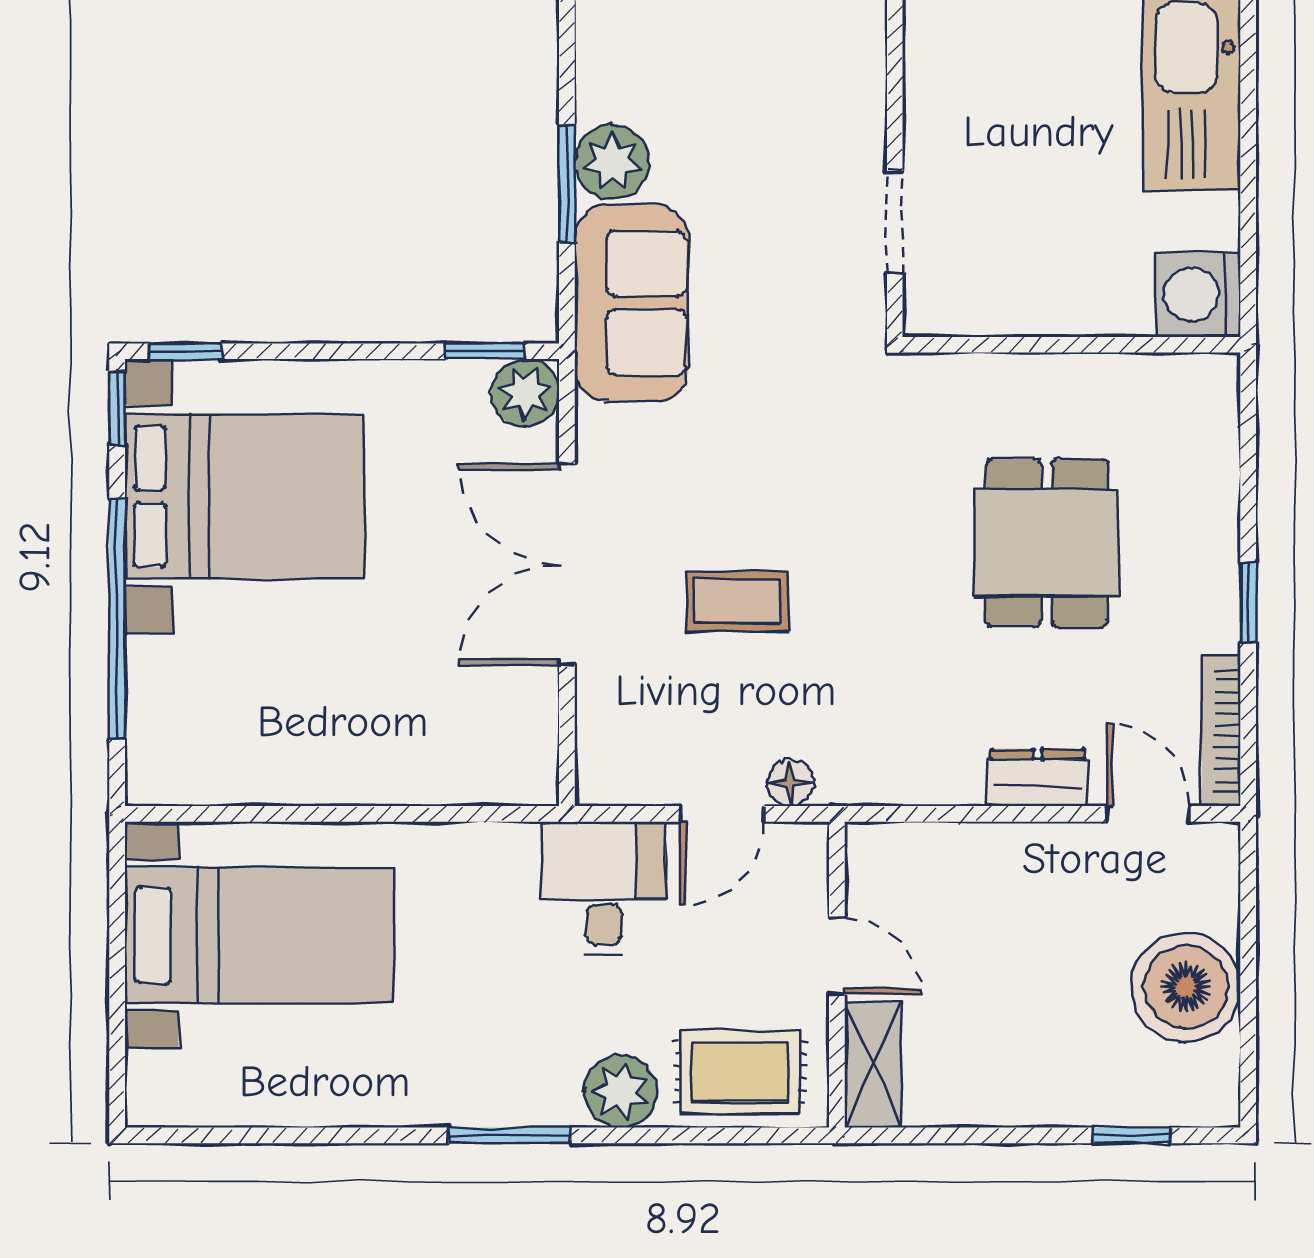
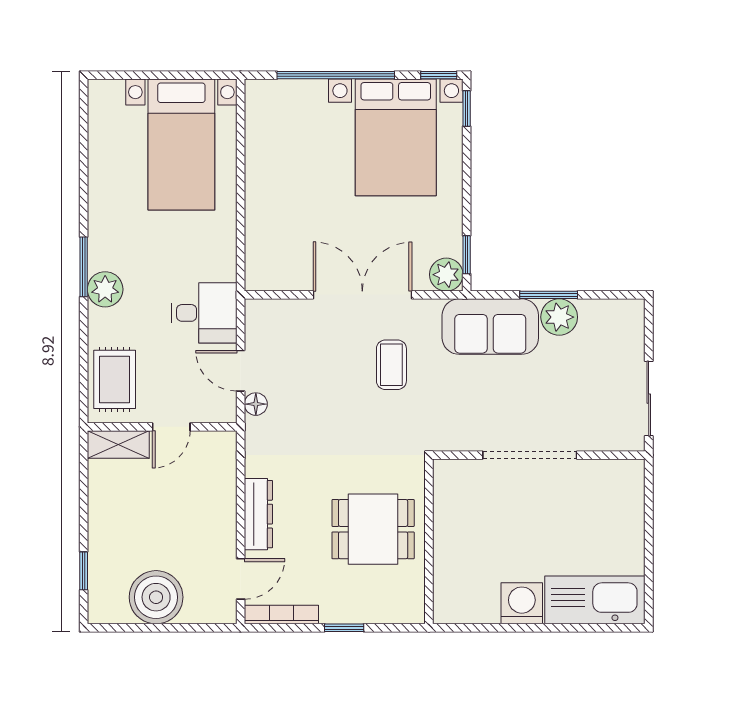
doorway: (895, 222) -> (530, 455), width x1.88
washing machine: (1198, 295) -> (522, 603), moved
wall: (1071, 345) -> (429, 541), moved
coffee table: (737, 601) -> (391, 365), moved
dresser: (1038, 778) -> (258, 514), width x1.44
plant: (620, 1091) -> (105, 289), moved

